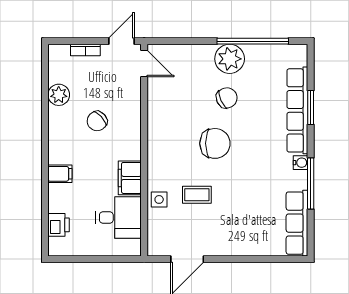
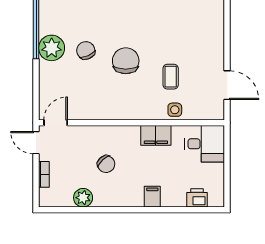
desk: (119, 218) -> (205, 144), moved, turned 90

